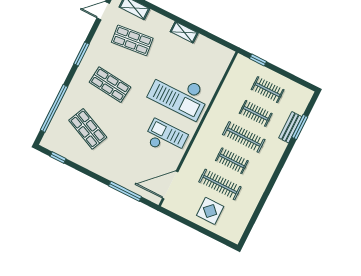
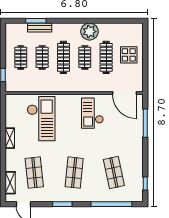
checkout: (179, 94) -> (41, 119), moved
shop shelf: (88, 129) -> (114, 173), turned -36
plant: (258, 180) -> (89, 32), added

